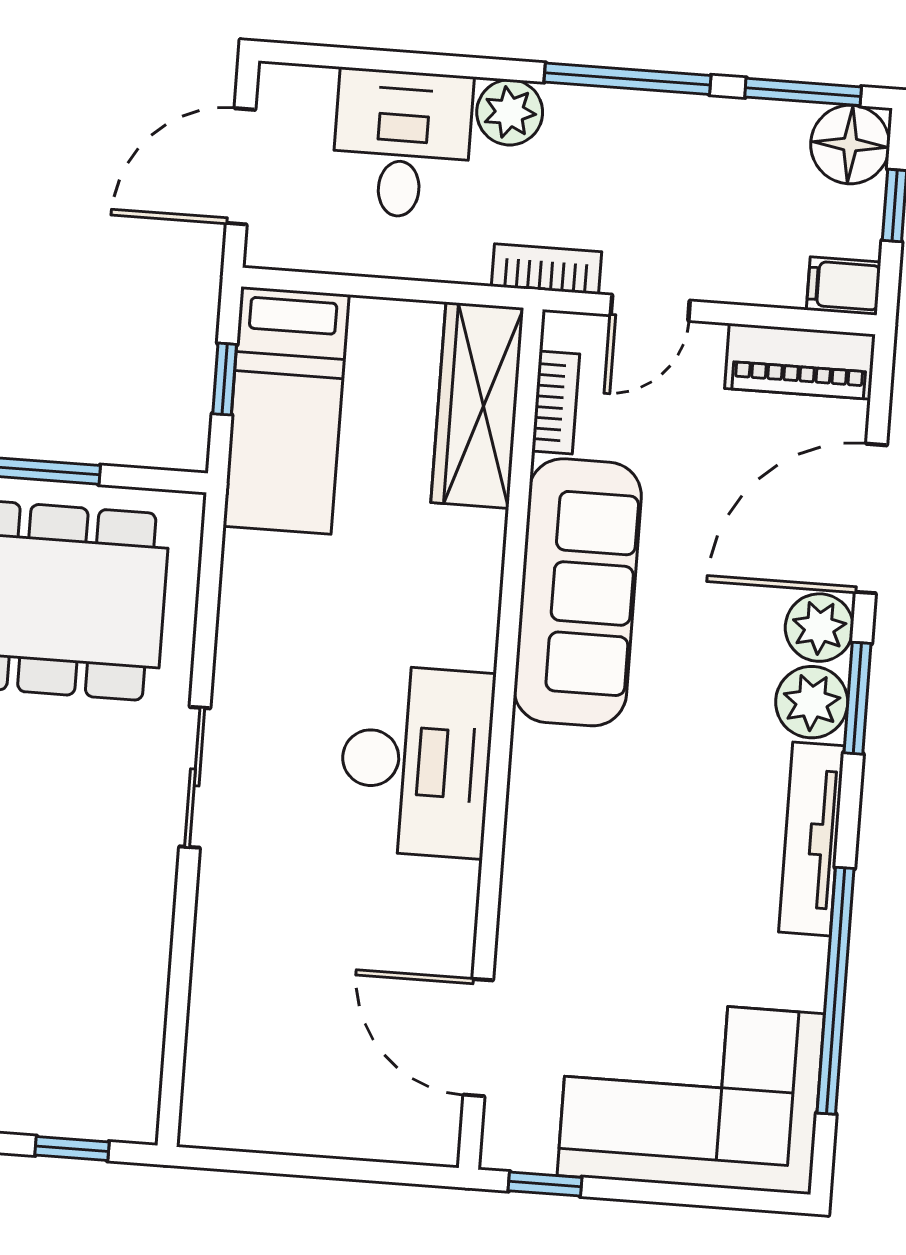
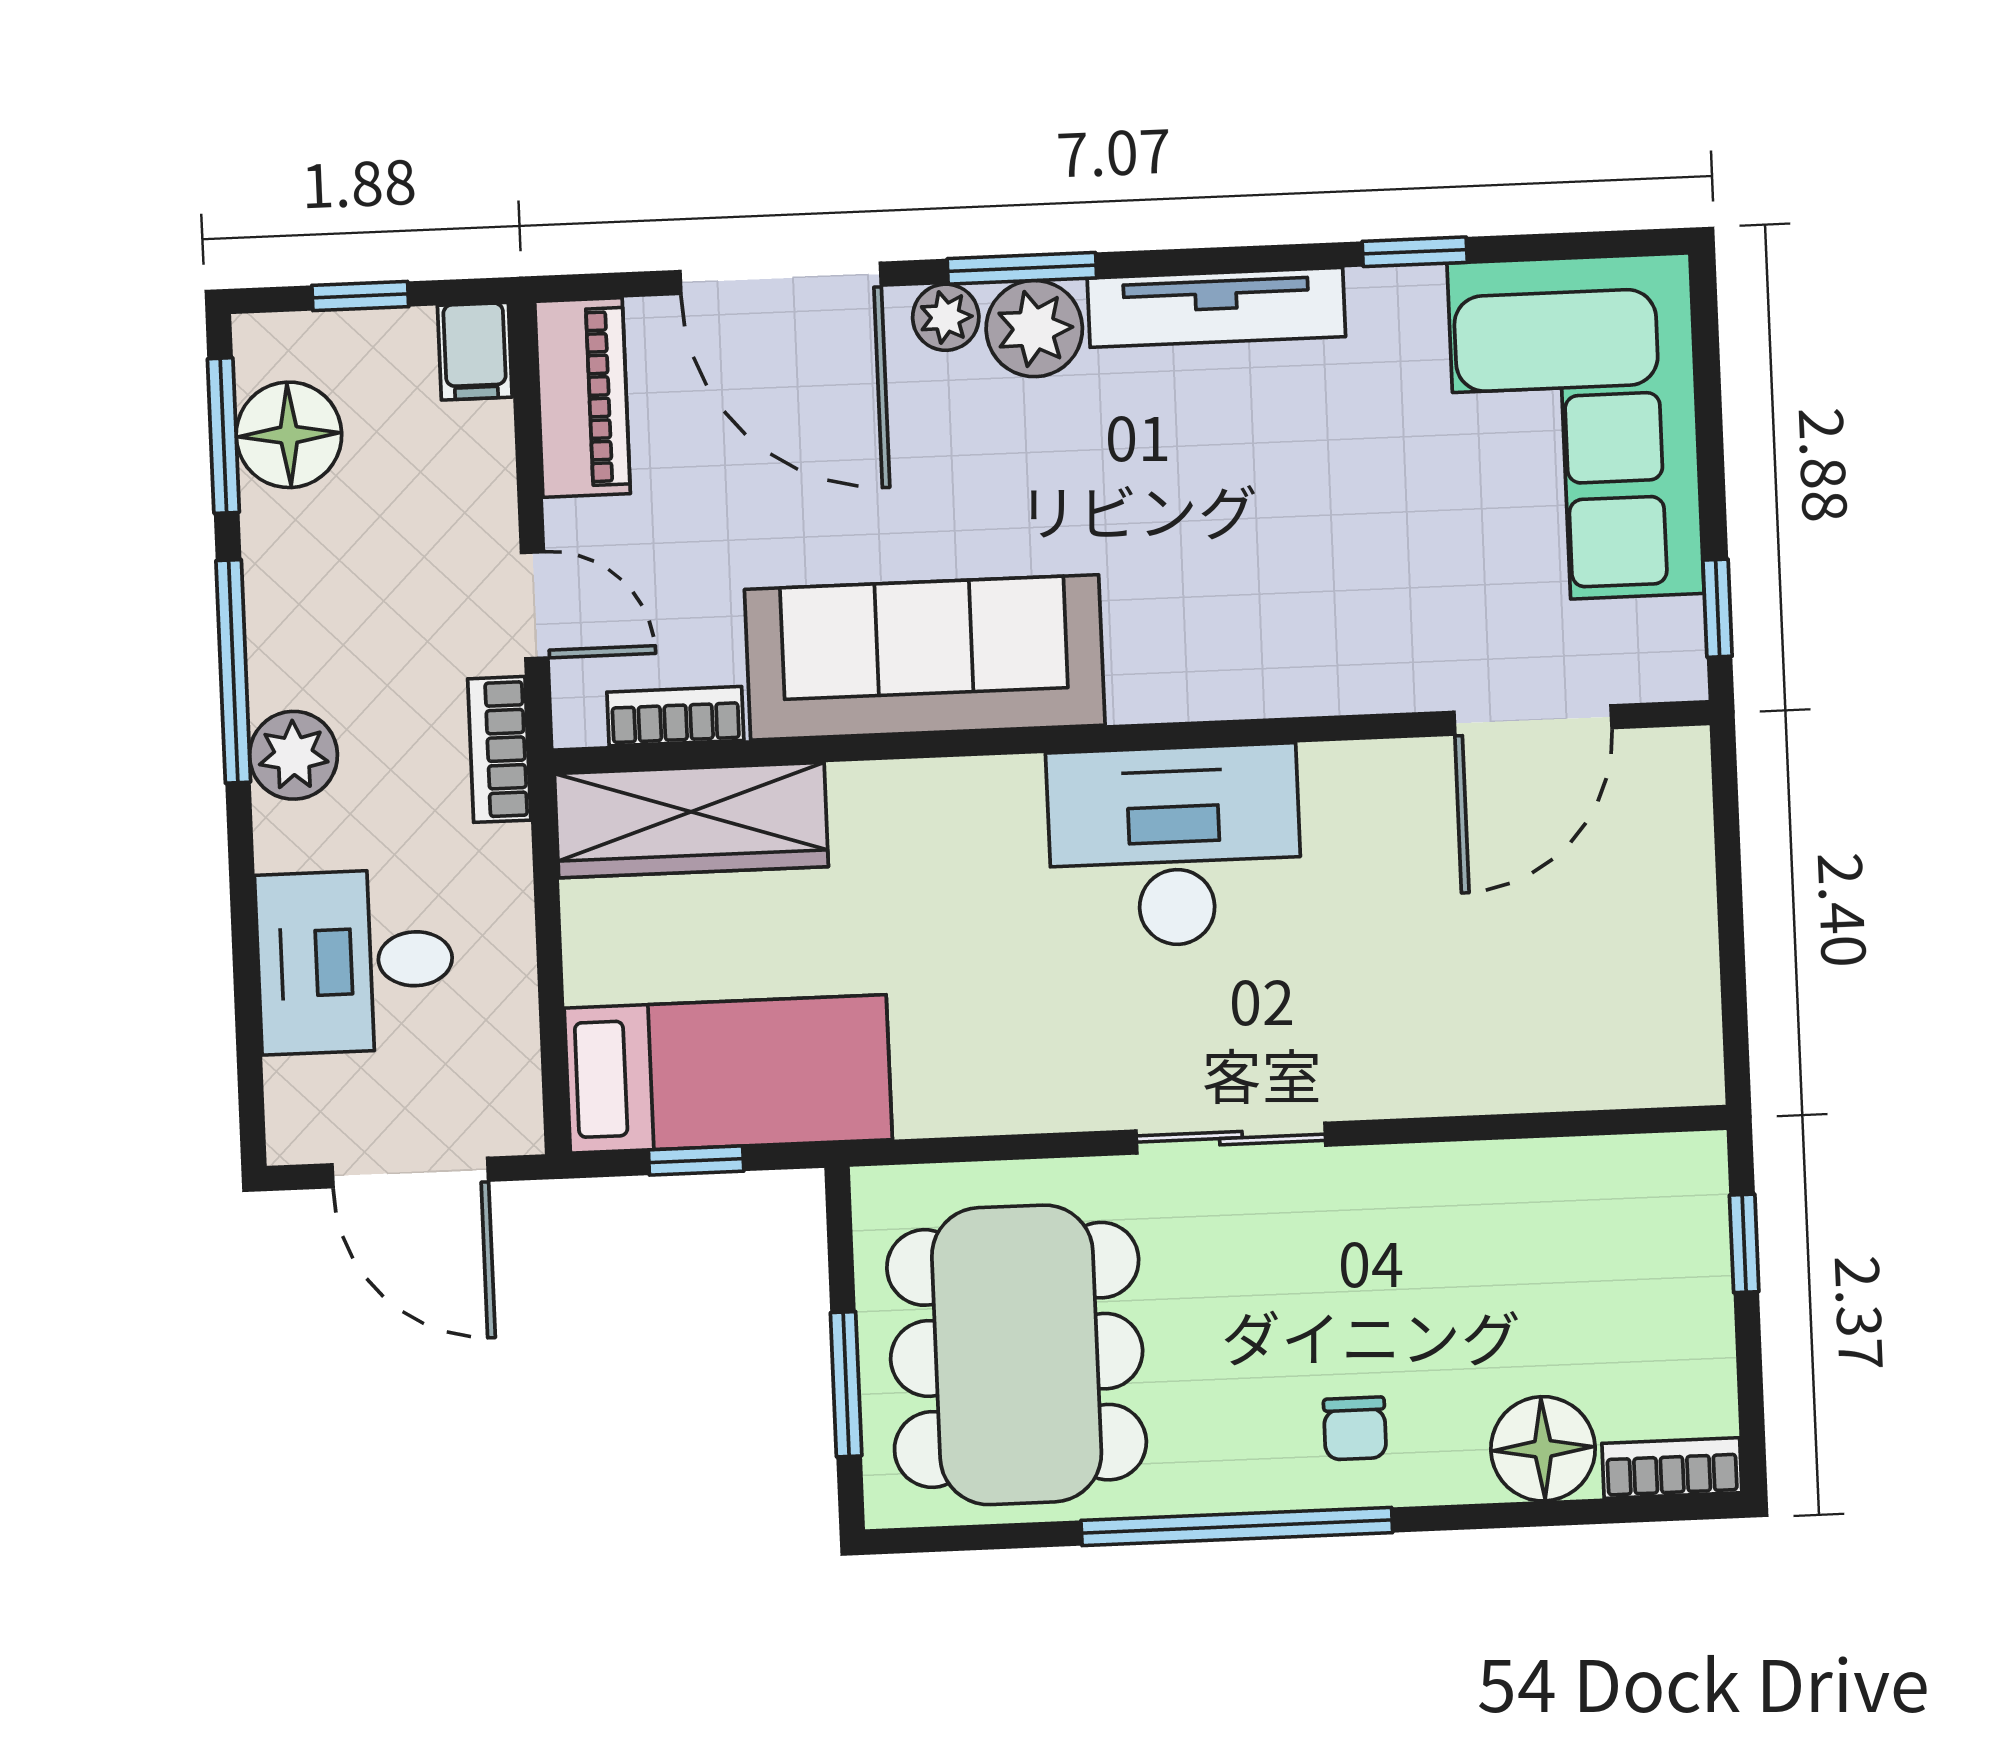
plant: (510, 112) -> (293, 755), moved
floor lamp: (850, 144) -> (289, 435), moved
plant: (819, 628) -> (946, 317), width x0.73, depth x0.73
window: (836, 991) -> (1415, 252), width x0.32

